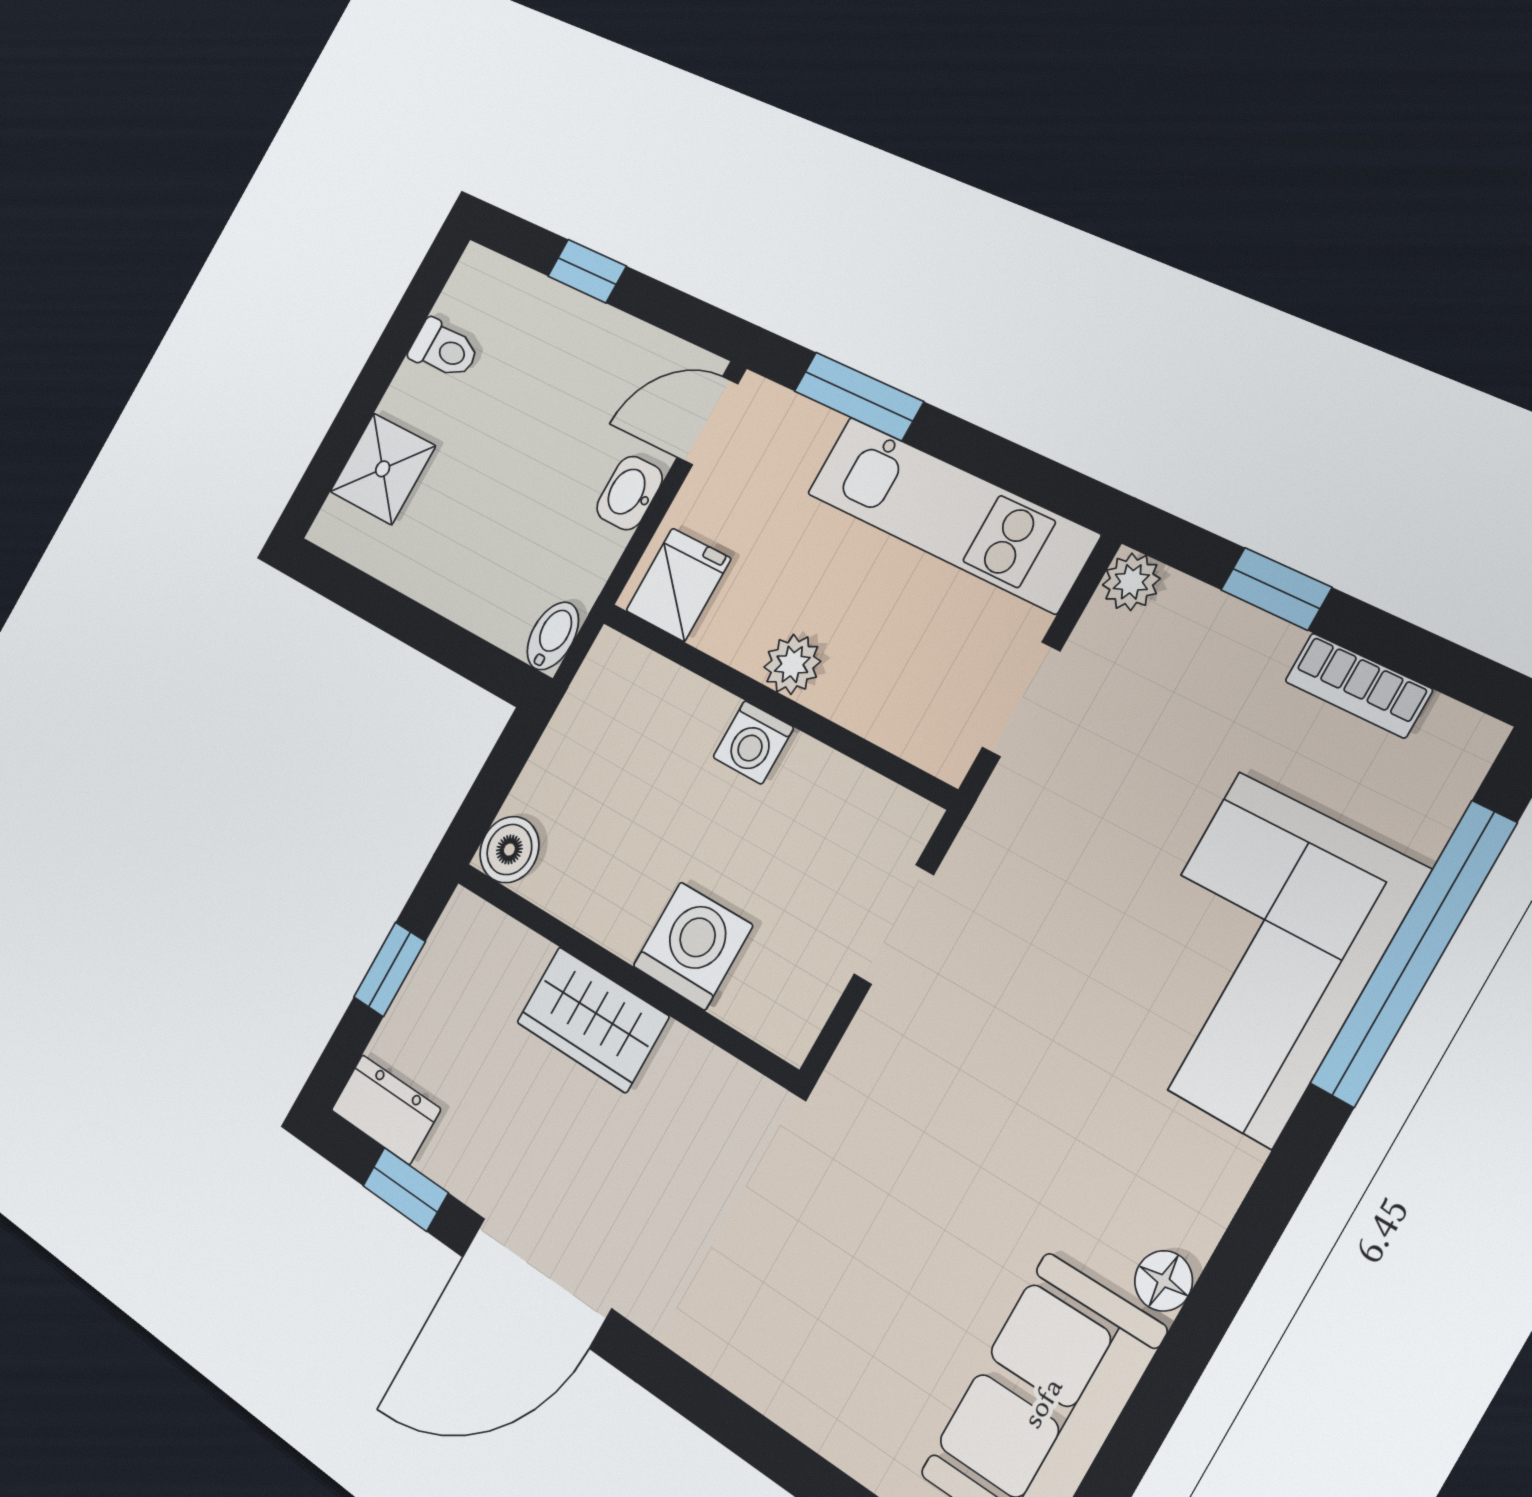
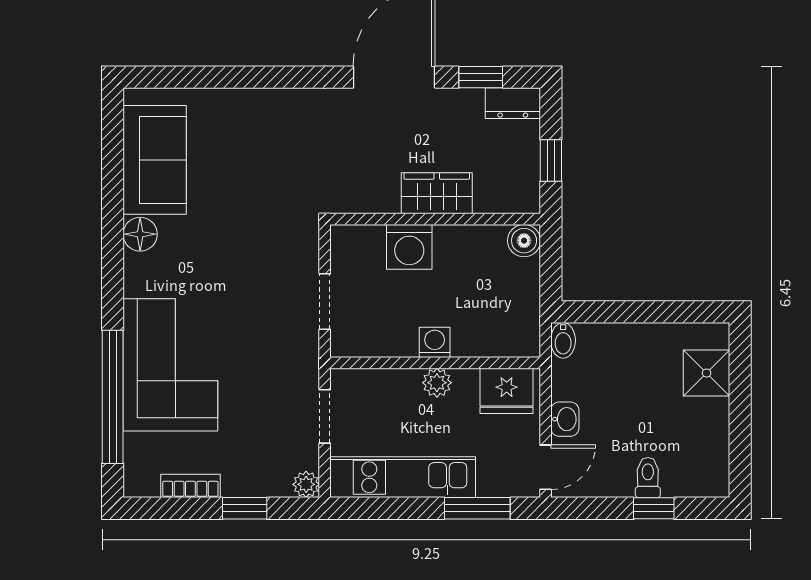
toilet: (444, 349) -> (648, 478), moved, turned 90
fridge: (678, 585) -> (507, 391), width x1.38
floor lamp: (1164, 1281) -> (140, 234), width x1.37, depth x1.37

